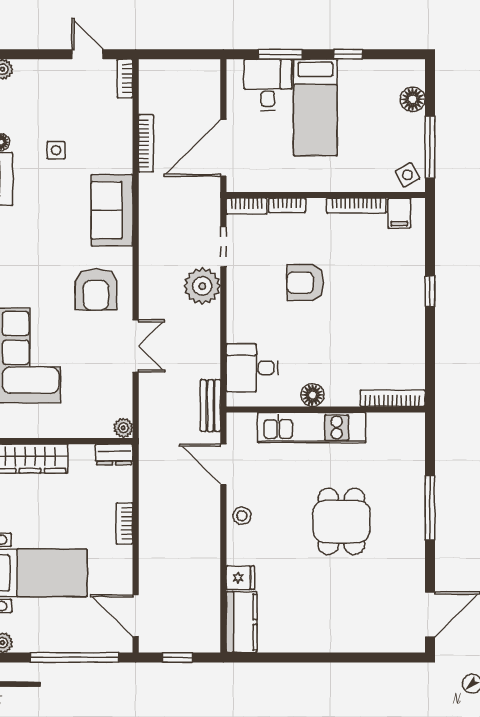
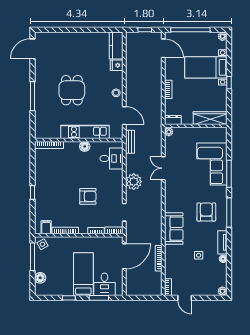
plant: (202, 286) -> (134, 182), moved
armchair: (96, 289) -> (206, 212), moved

